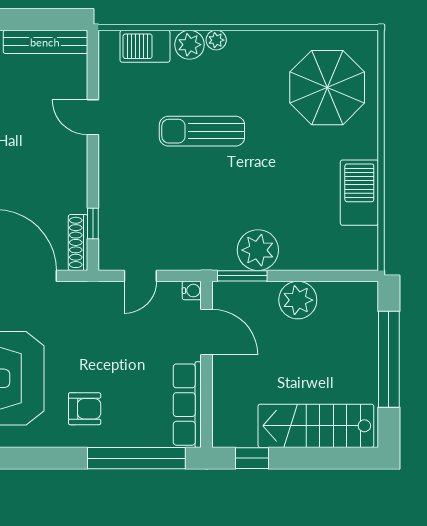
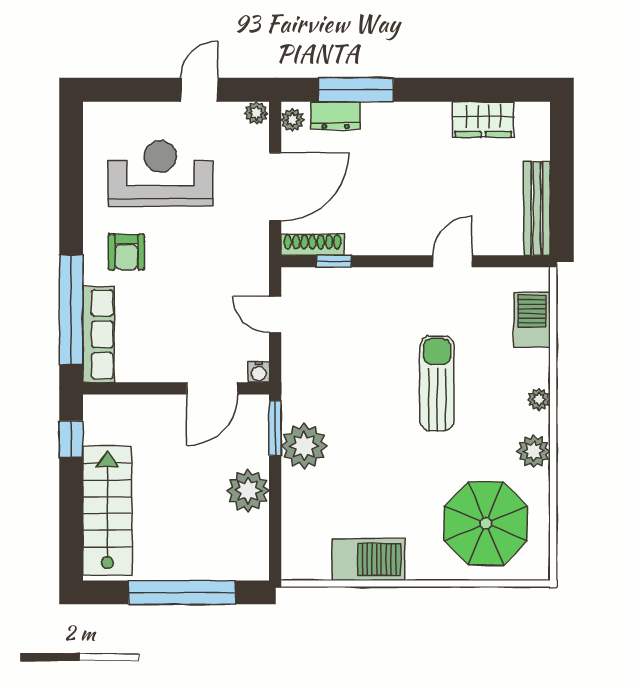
plant: (189, 45) -> (534, 451), moved
row of seats: (187, 405) -> (99, 334), moved, turned 90

